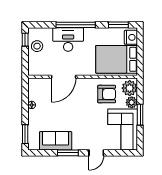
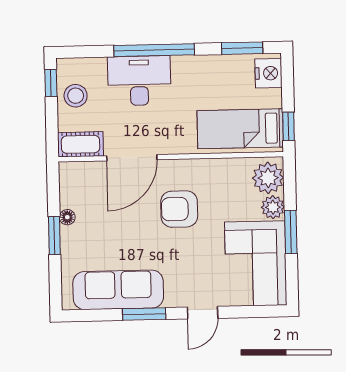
bed: (117, 59) -> (240, 129), width x0.67
window: (140, 63) -> (288, 126), added
cot: (39, 70) -> (81, 144), added
armchair: (107, 94) -> (179, 209), moved, turned 180
window: (25, 134) -> (54, 236), moved
sofa: (56, 141) -> (118, 290), width x1.36

